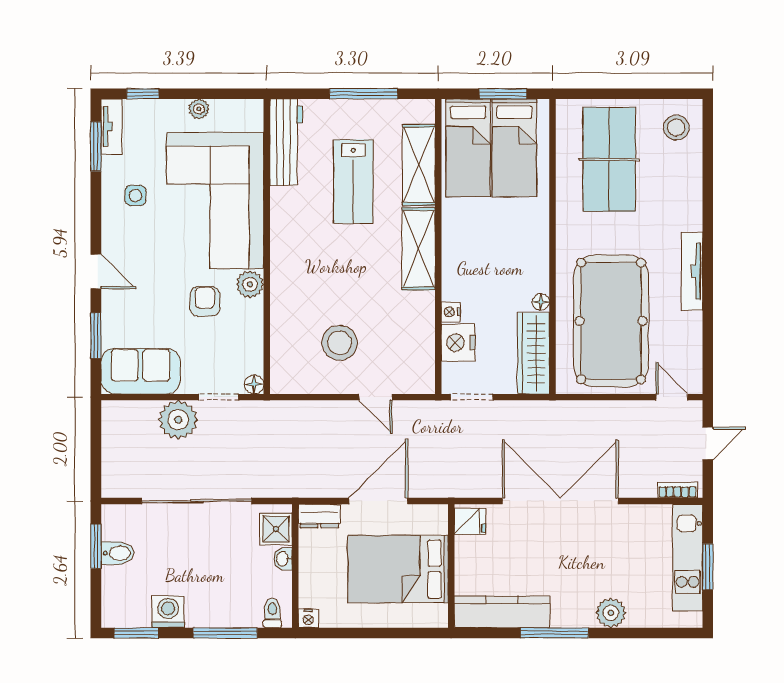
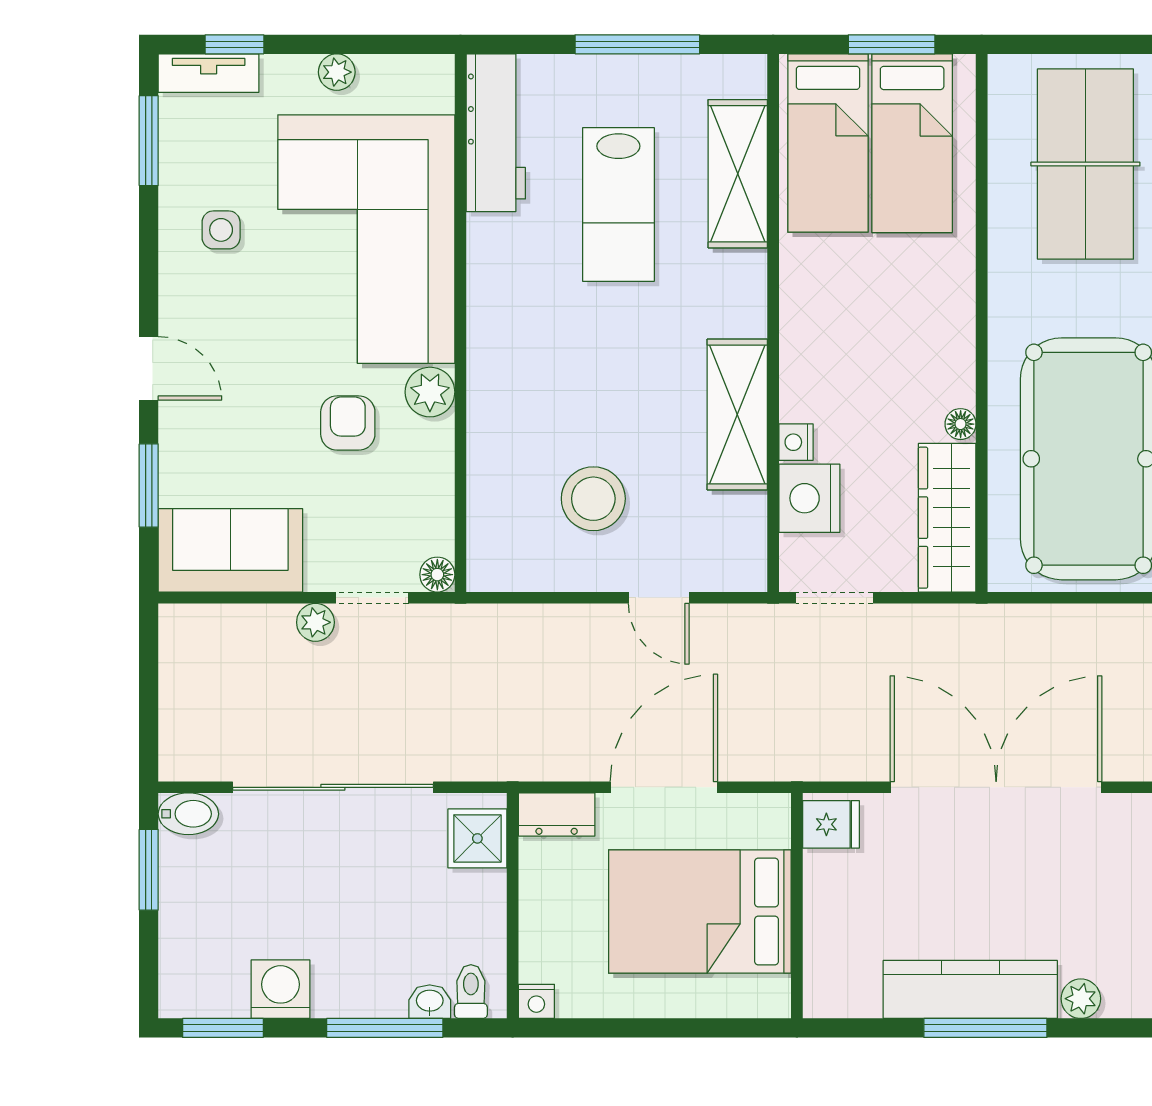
tv unit: (112, 127) -> (209, 73), moved, turned 90
shelving: (419, 249) -> (737, 414), moved
plant: (178, 420) -> (315, 622), width x0.53, depth x0.53
bidet: (118, 553) -> (188, 814), moved
washbasin: (283, 559) -> (430, 1002), moved, turned 90
kitchen counter: (502, 612) -> (970, 989), moved
plant: (611, 613) -> (1081, 999), width x0.73, depth x0.73

